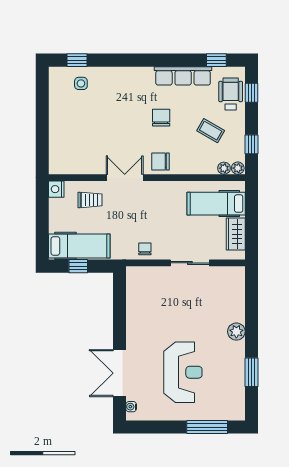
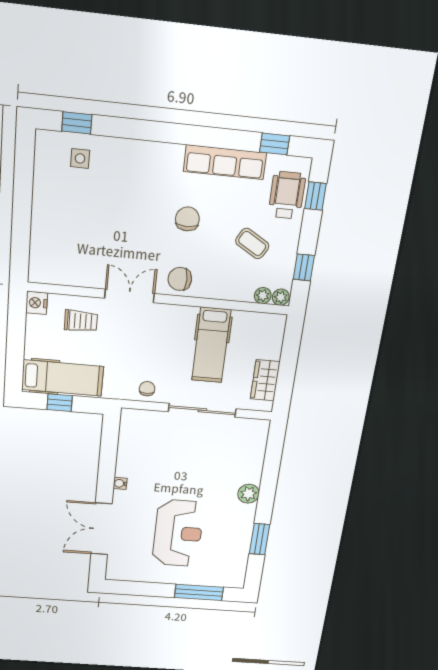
hospital bed: (216, 204) -> (211, 345), moved, turned -90
sliding door: (190, 263) -> (202, 410), width x1.37
water cooler: (131, 407) -> (120, 483), moved

